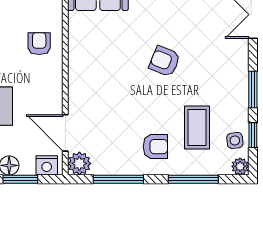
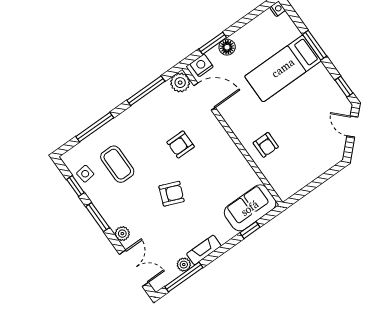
armchair: (155, 147) -> (181, 144), moved
plant: (240, 166) -> (122, 234), moved

